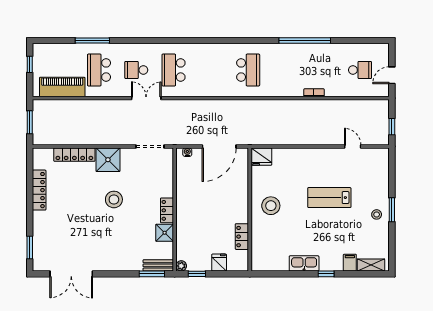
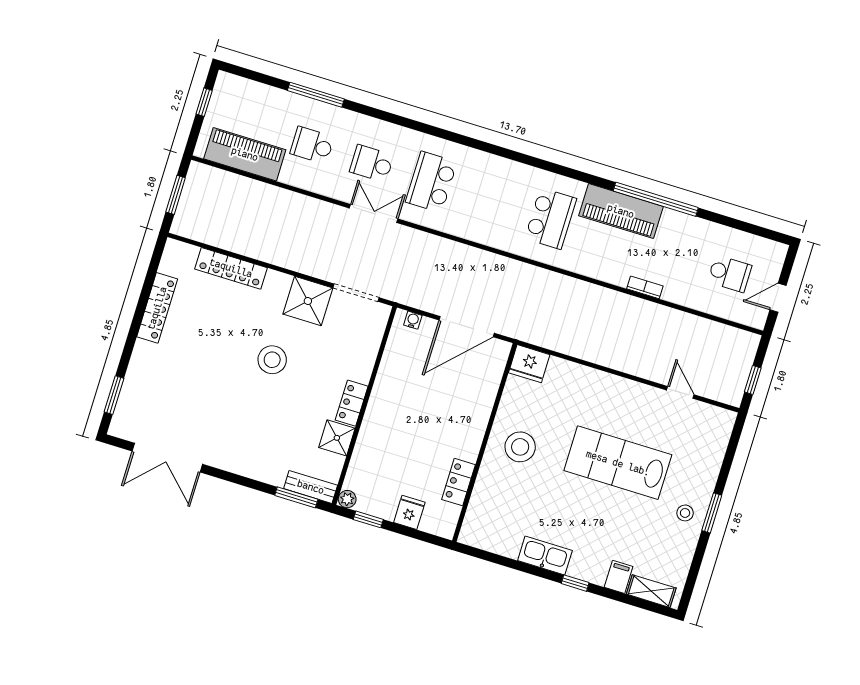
piano: (287, 53) -> (621, 211), added
school desk: (99, 70) -> (312, 145), width x0.54
shower: (108, 160) -> (308, 301), moved
lab bench: (329, 198) -> (618, 463), width x1.36, depth x1.39

